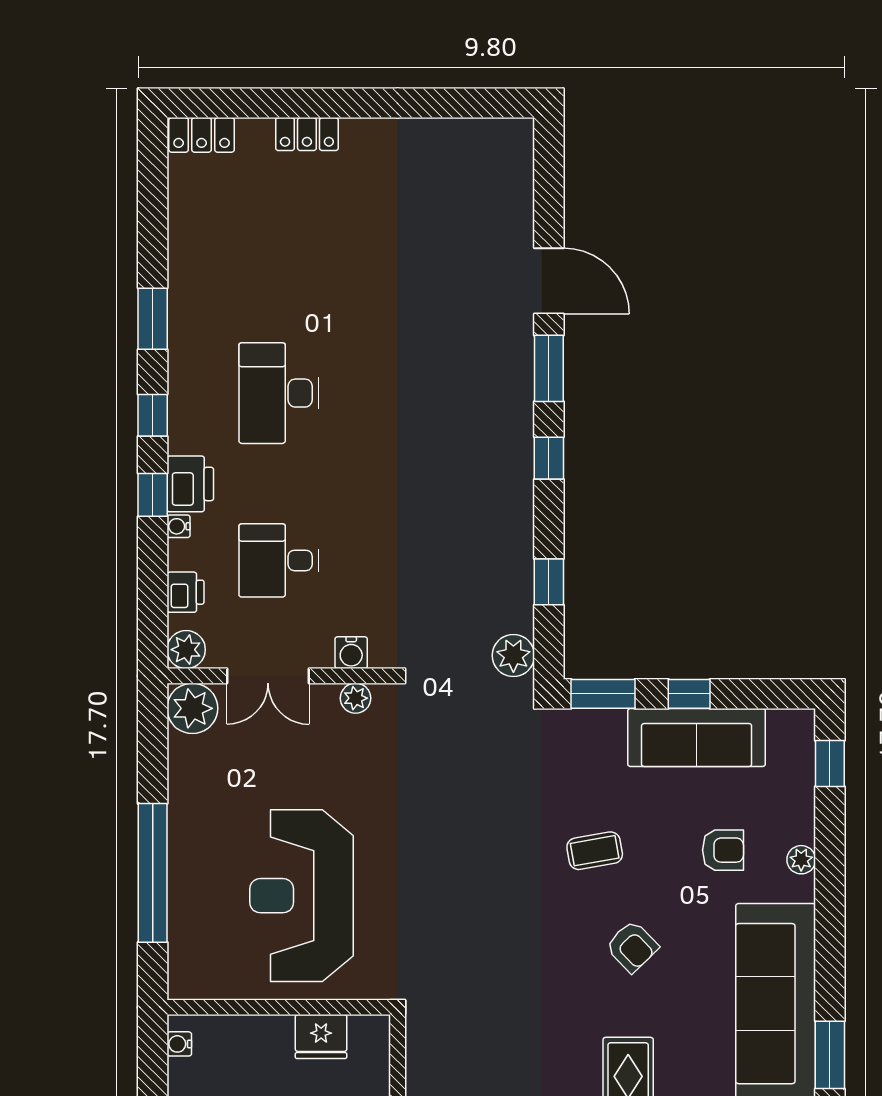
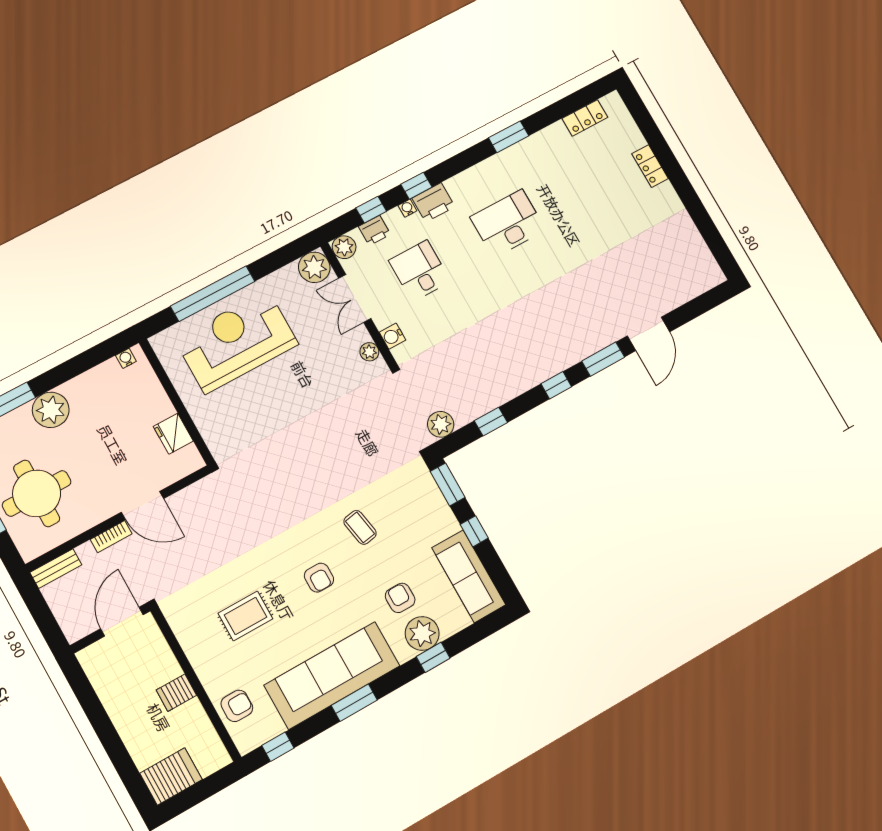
locker: (202, 135) -> (585, 118), moved, turned -90
window: (153, 415) -> (371, 210), moved
sofa: (697, 737) -> (469, 576), moved
window: (830, 763) -> (433, 657), moved
armchair: (723, 850) -> (400, 598), turned 180
plant: (801, 860) -> (422, 633), width x1.88, depth x1.88
reception desk: (302, 896) -> (236, 342), moved
armchair: (632, 946) -> (319, 578), turned -46
window: (830, 1055) -> (354, 703), moved

